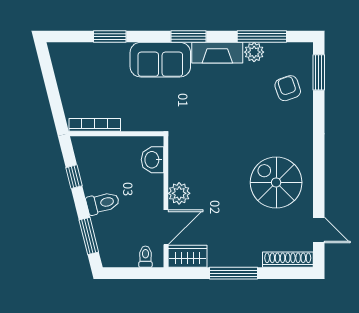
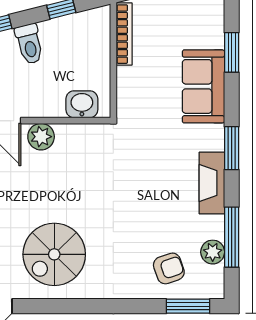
plant: (254, 52) -> (213, 252), moved
sofa: (160, 60) -> (203, 86), moved
spiral stairs: (276, 182) -> (54, 254), turned 180

